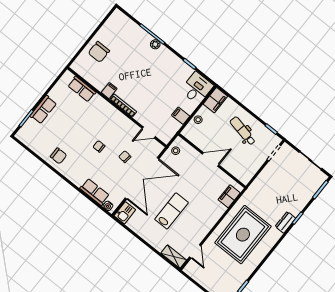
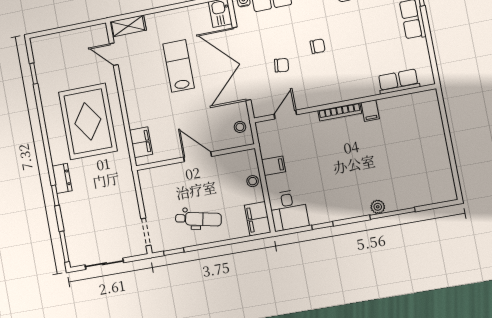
chair: (99, 52) -> (424, 136), removed
door: (211, 160) -> (198, 157), swing flipped
lab bench: (172, 211) -> (179, 66), turned 180

